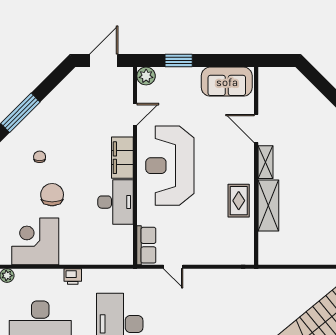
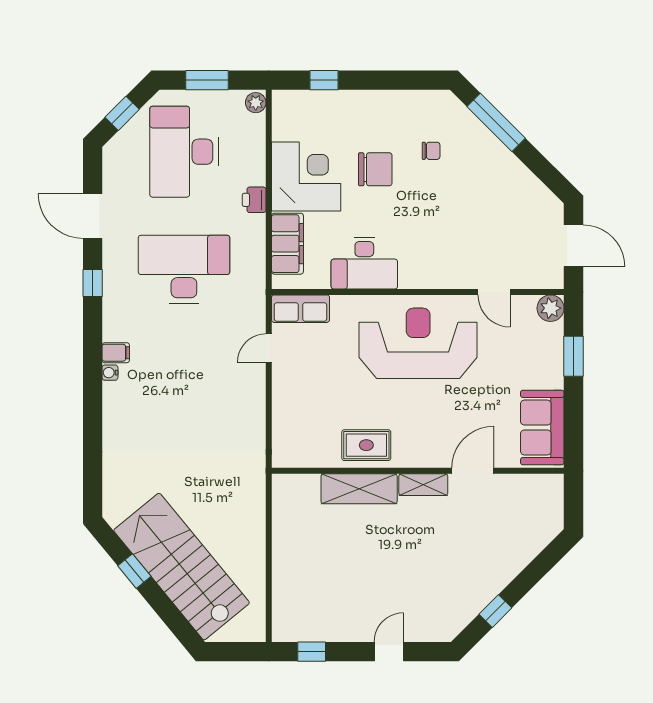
filing cabinet: (122, 158) -> (287, 244), moved, turned 90
corner desk: (35, 241) -> (306, 177), moved

